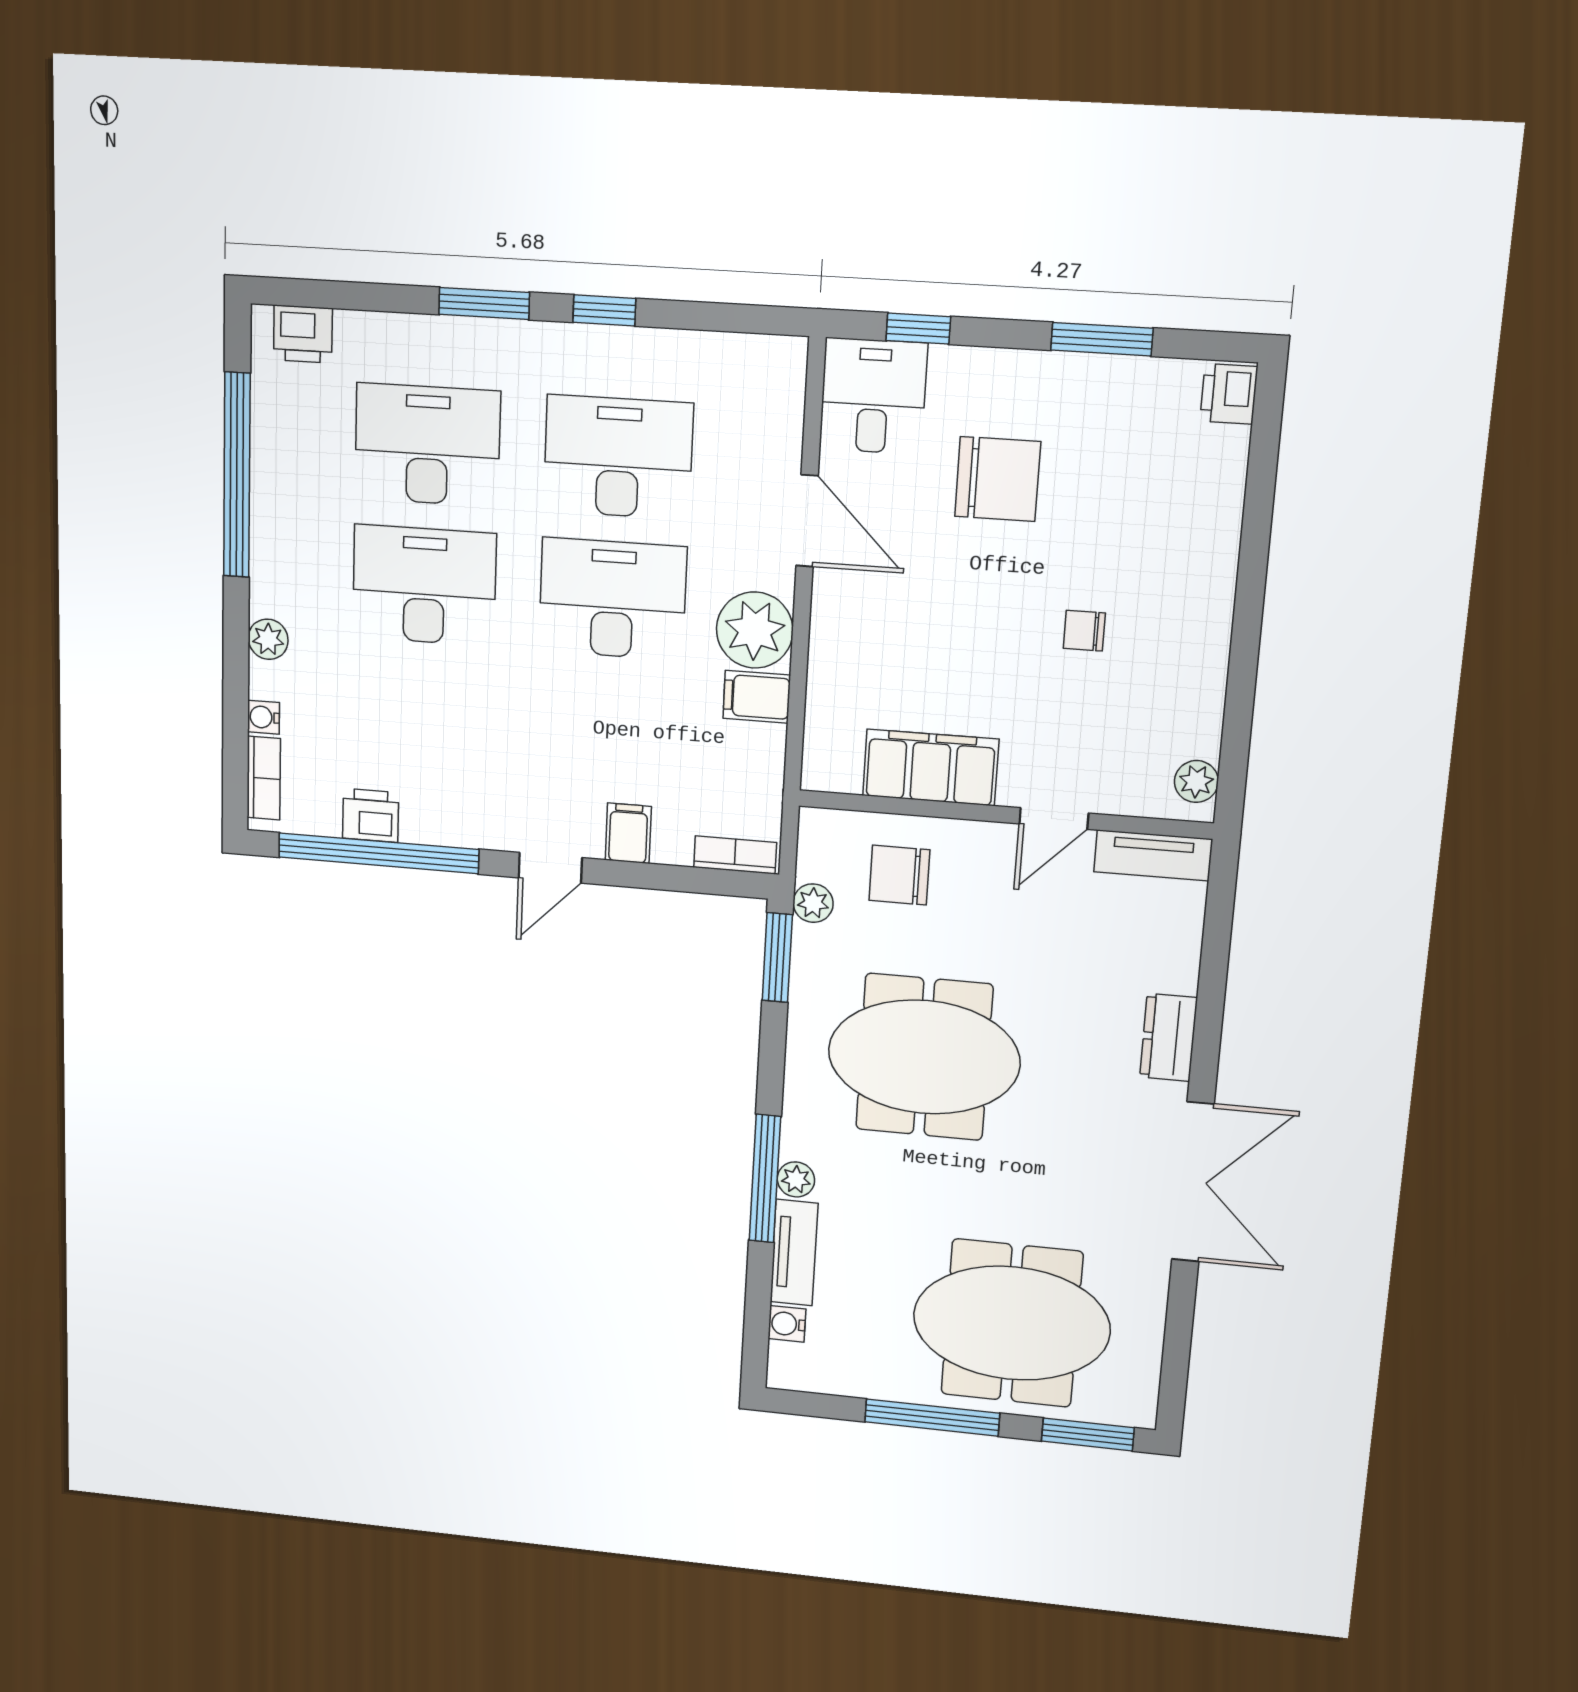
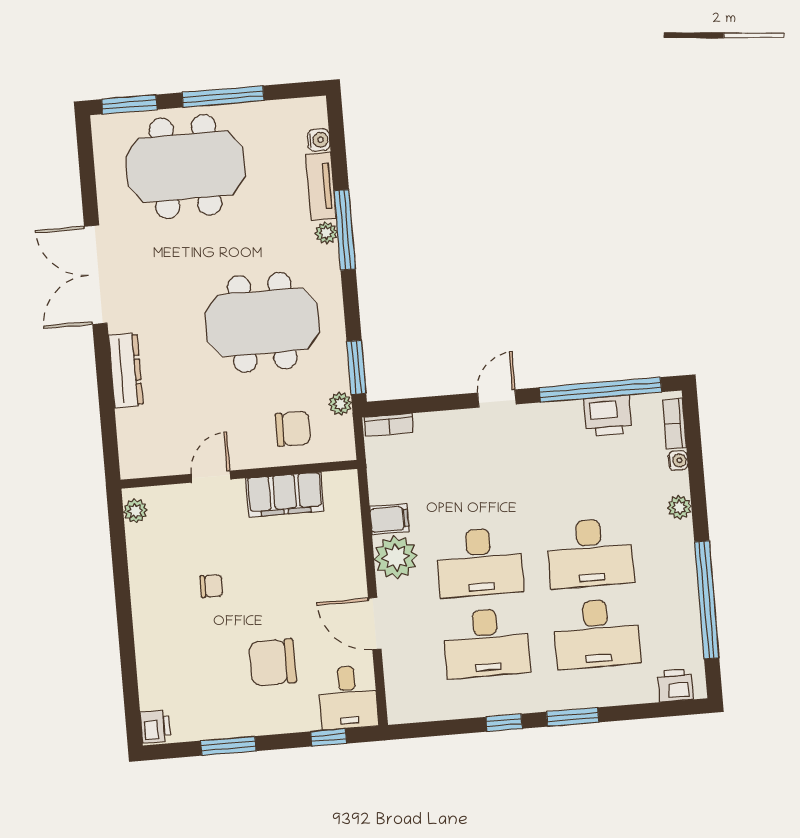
printer: (371, 815) -> (608, 416), width x1.36, depth x1.24
filing cabinet: (628, 833) -> (453, 427), removed
tv unit: (1153, 855) -> (152, 465), removed
dresser: (1168, 1037) -> (126, 370), width x1.44

